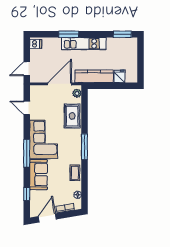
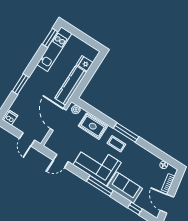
kitchen unit: (84, 44) -> (54, 49), moved
coffee table: (75, 173) -> (116, 144), moved

